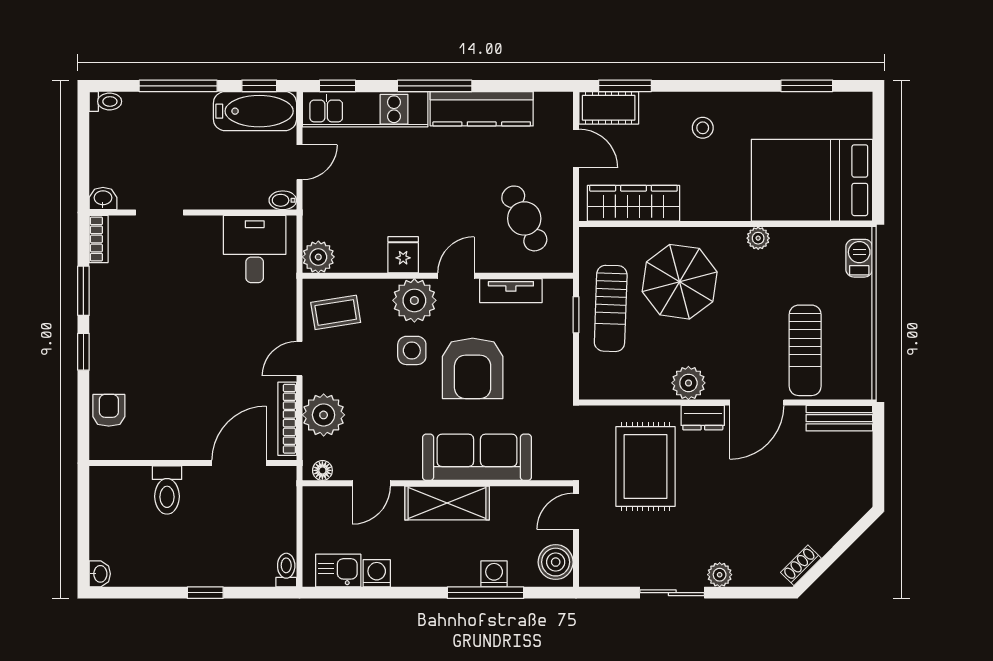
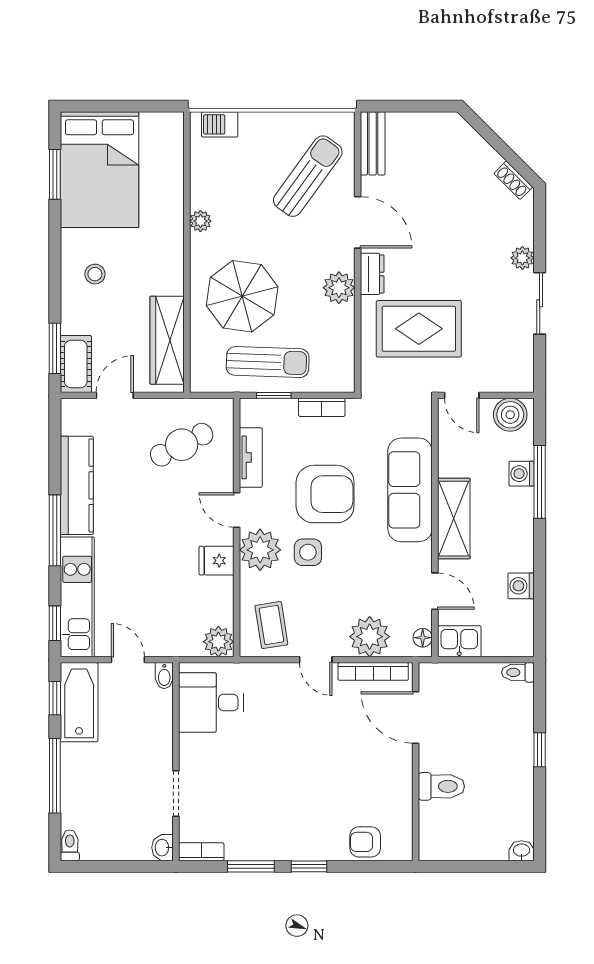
bed: (812, 180) -> (99, 170), moved
sun lounger: (805, 350) -> (308, 176), turned -54
bookcase: (563, 365) -> (322, 407), added
kitchen sink: (338, 571) -> (459, 641), moved, turned 90

